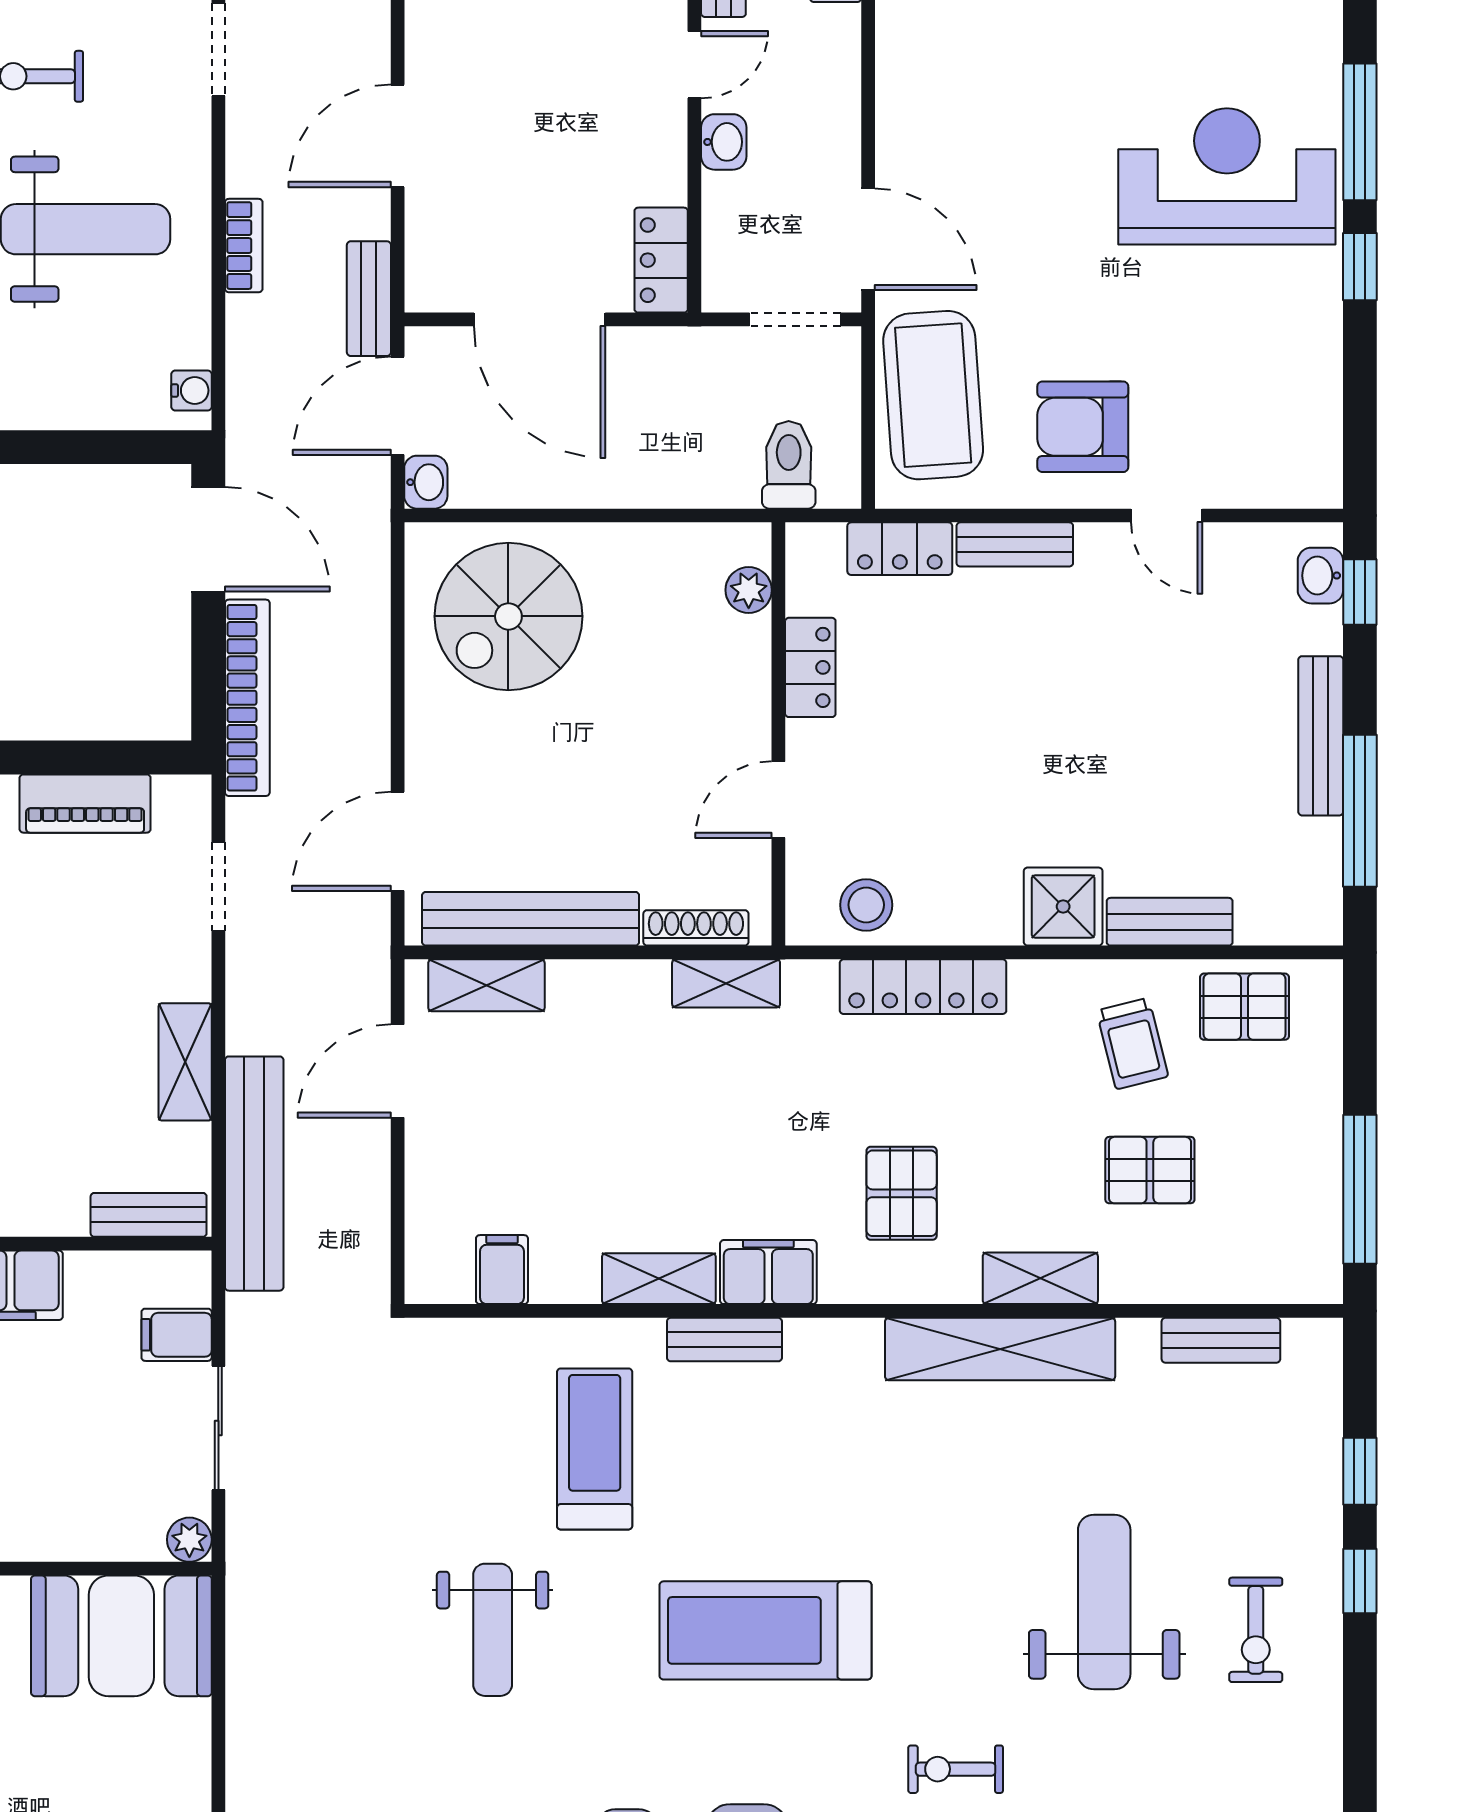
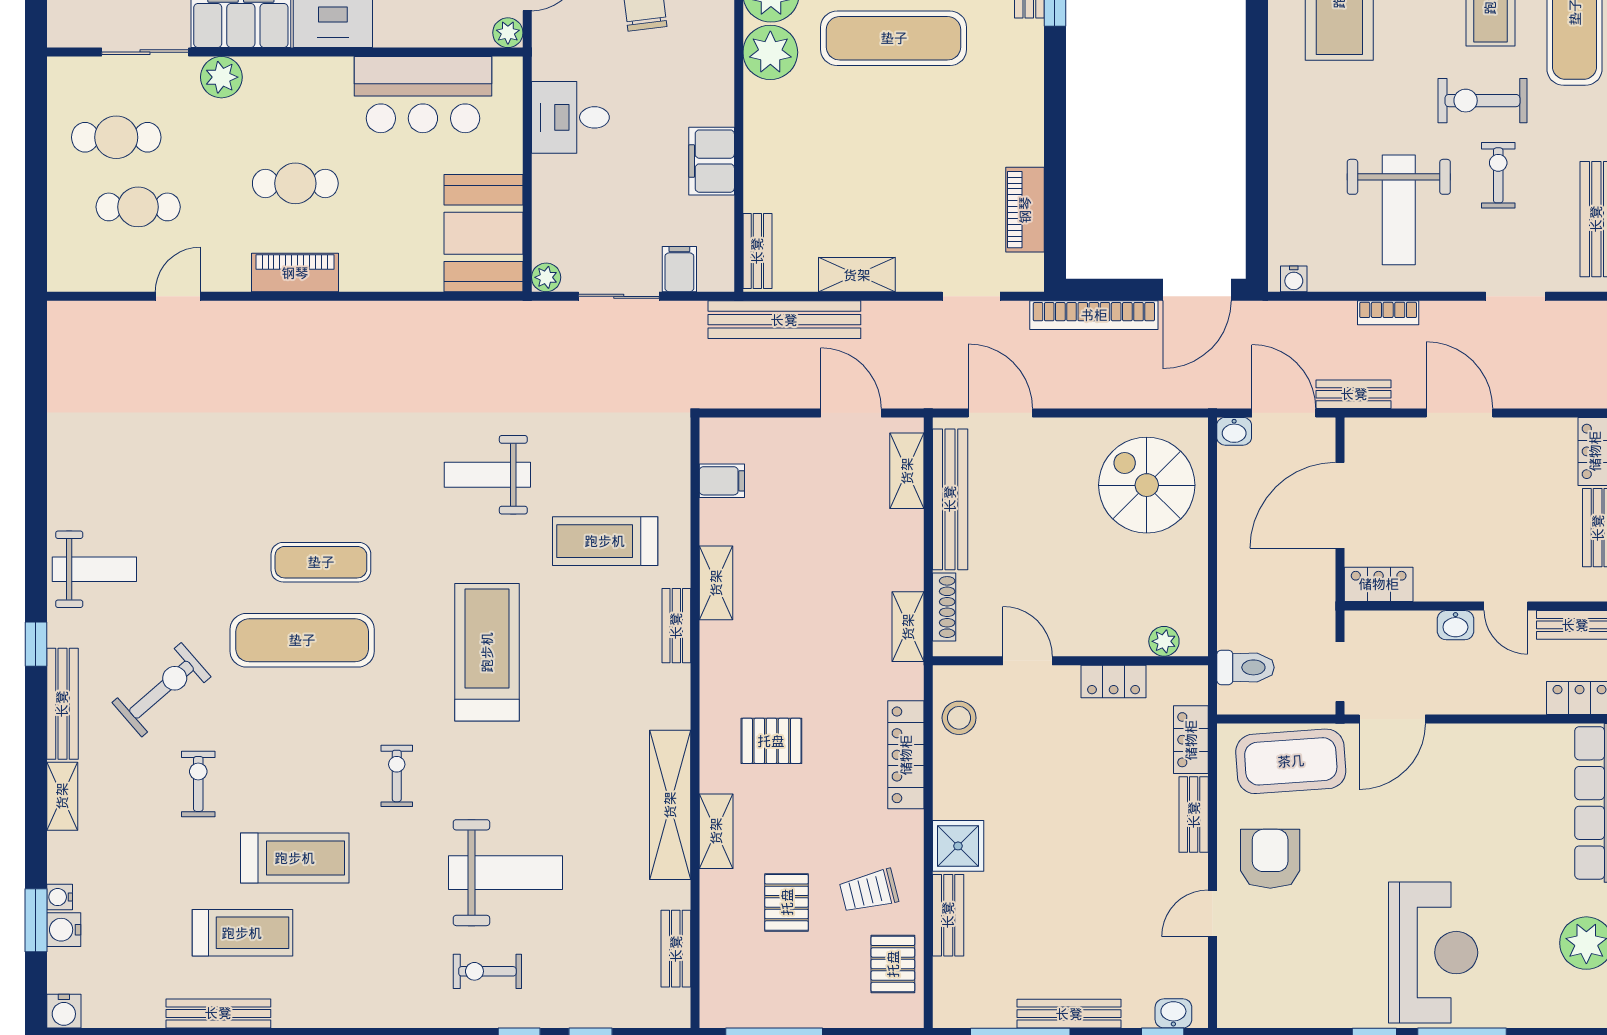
filing cabinet: (768, 1272) -> (720, 654), removed
treadmill: (595, 1449) -> (605, 541), turned 180

